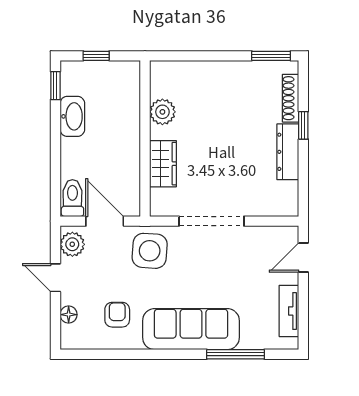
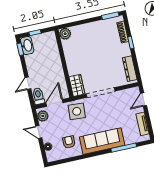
plant: (162, 112) -> (65, 34), moved
washbasin: (72, 116) -> (27, 45), moved
dresser: (288, 152) -> (130, 69), moved
door: (55, 164) -> (28, 83), added
wardrobe: (163, 164) -> (77, 85), moved
door: (105, 221) -> (55, 103), hinge flipped

